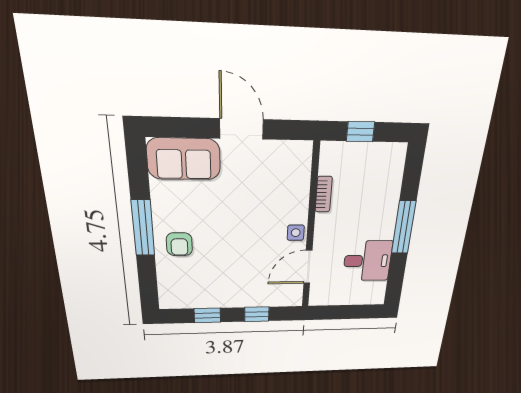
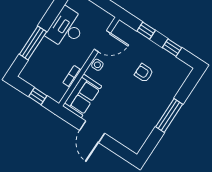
sofa: (184, 159) -> (82, 96), moved, turned 90
window: (404, 227) -> (33, 43), moved
armchair: (179, 244) -> (144, 73), moved, turned -90
desk: (367, 261) -> (66, 28), width x1.37

